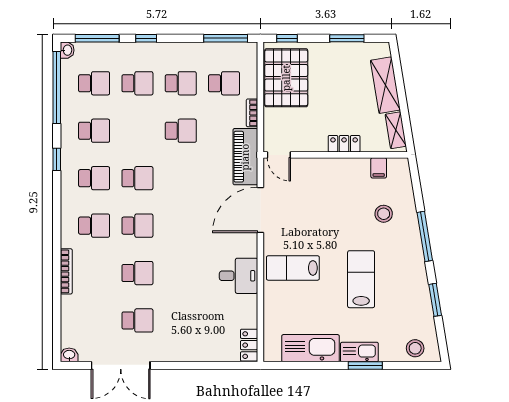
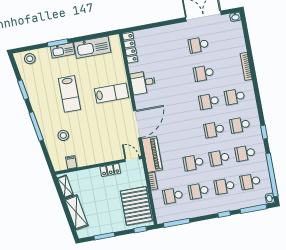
school desk: (137, 131) -> (219, 158), added
locker: (344, 144) -> (110, 170), moved
locker: (249, 345) -> (130, 48), width x1.53

